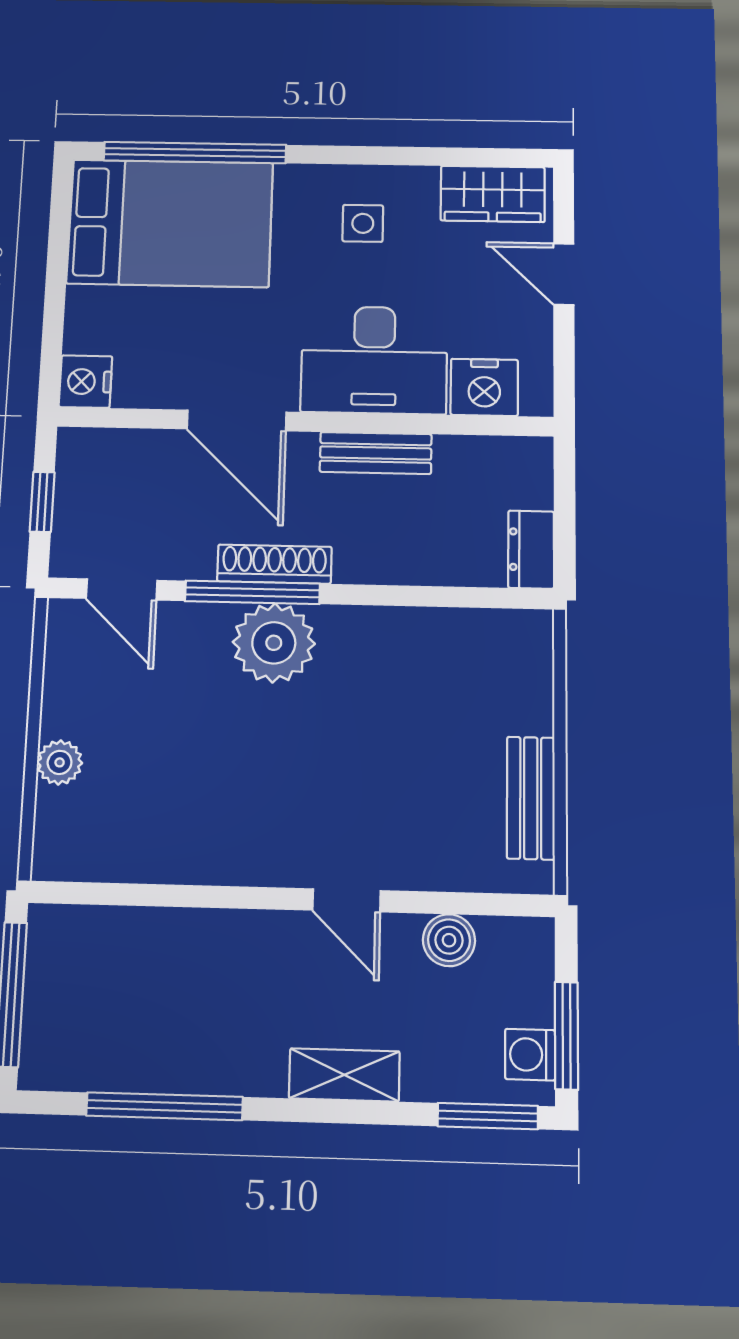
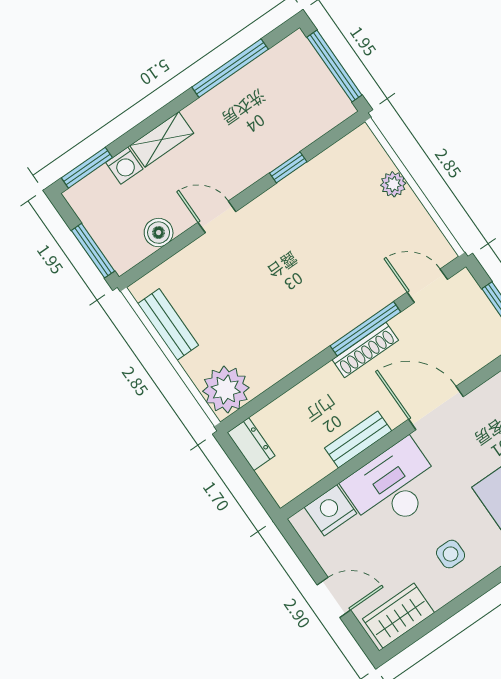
plant: (274, 643) -> (226, 390), moved
window: (190, 896) -> (288, 167), added
window: (567, 1036) -> (93, 251), moved
washing machine: (530, 1055) -> (124, 166), moved, turned 90

